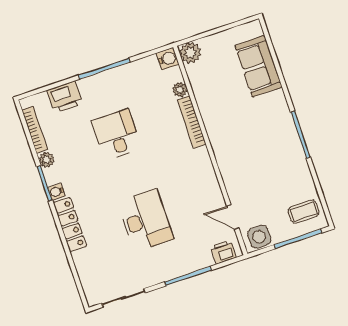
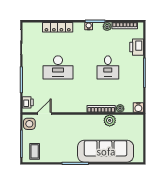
plant: (190, 53) -> (110, 120), moved
sofa: (259, 66) -> (106, 151), width x1.85, depth x1.27
desk: (116, 135) -> (108, 67), turned 90
locker: (70, 224) -> (58, 27), moved

